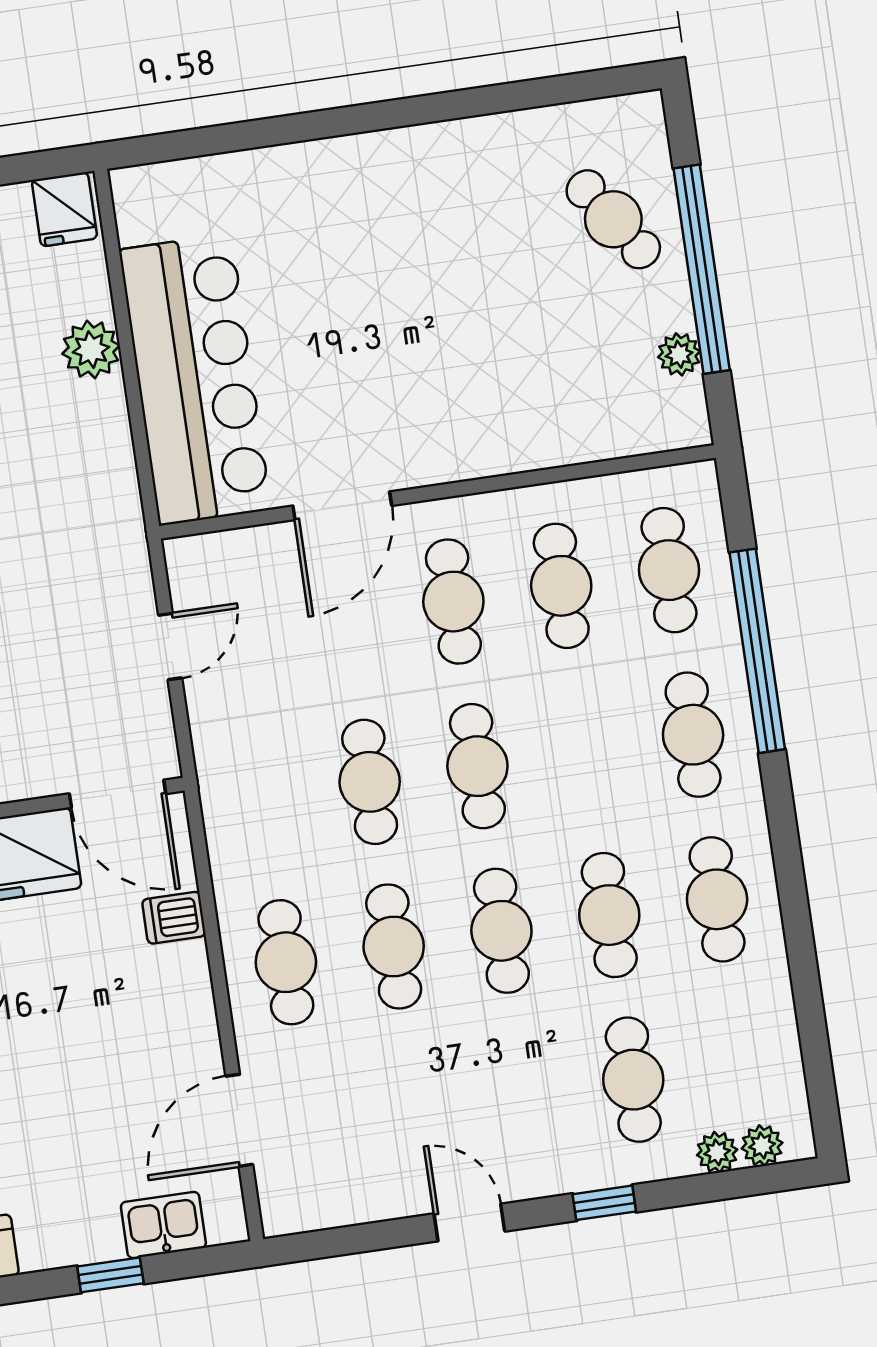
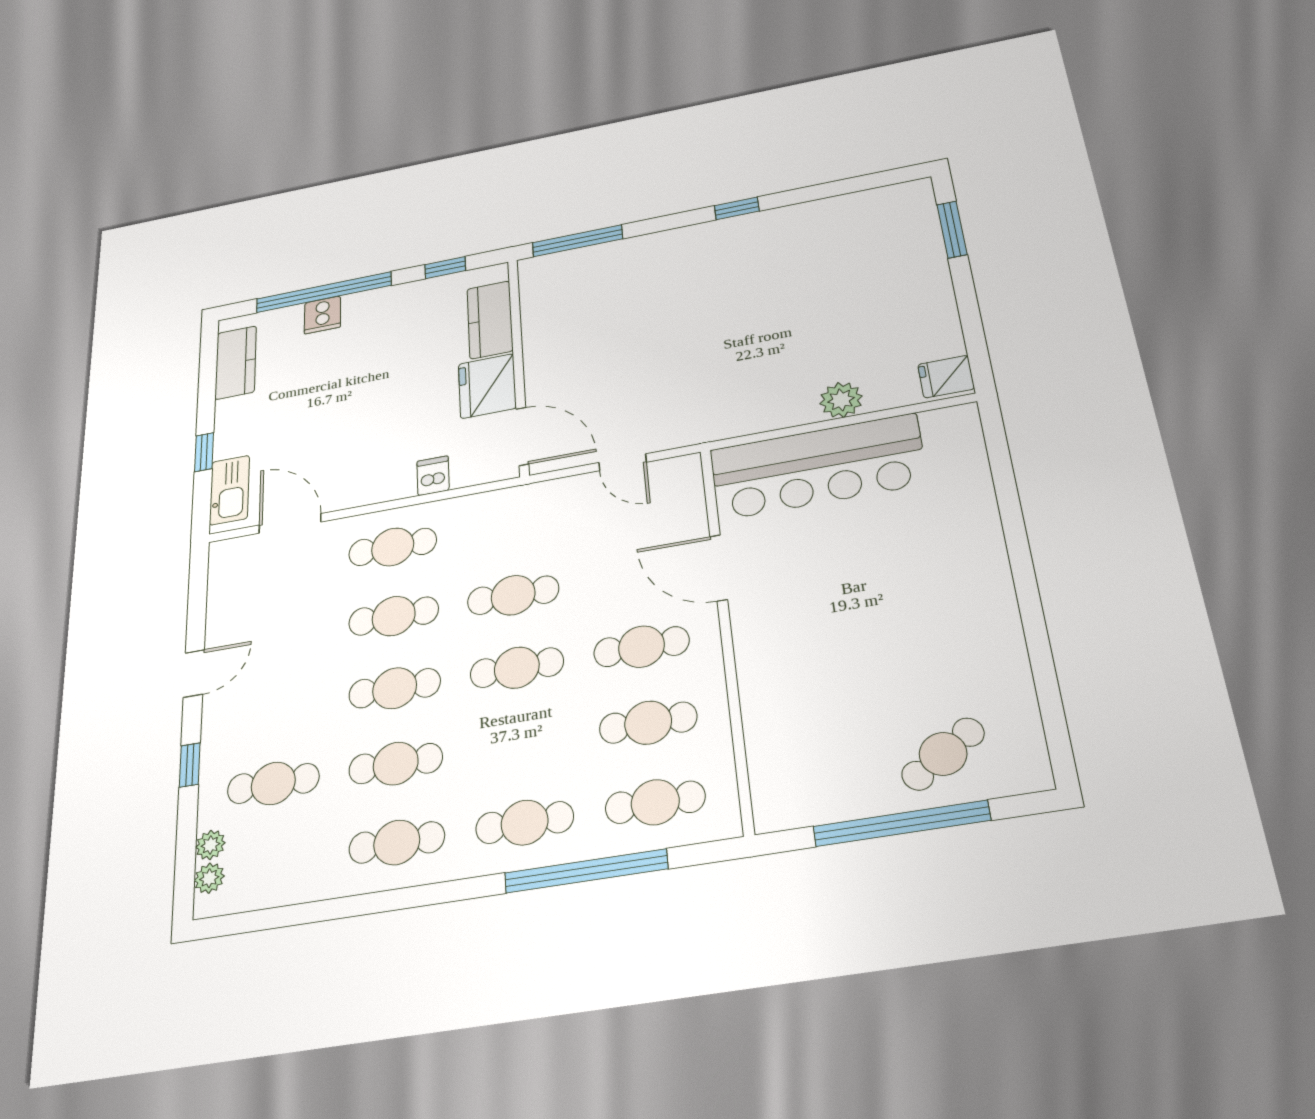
plant: (679, 354) -> (830, 807), removed
door: (118, 794) -> (522, 436), swing flipped
kitchen sink: (163, 1225) -> (230, 490), width x1.38

